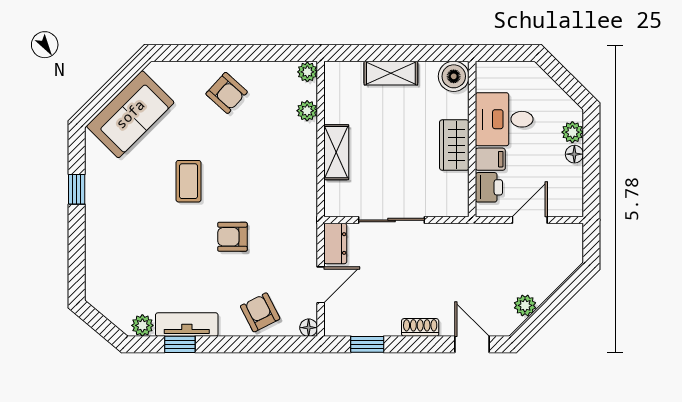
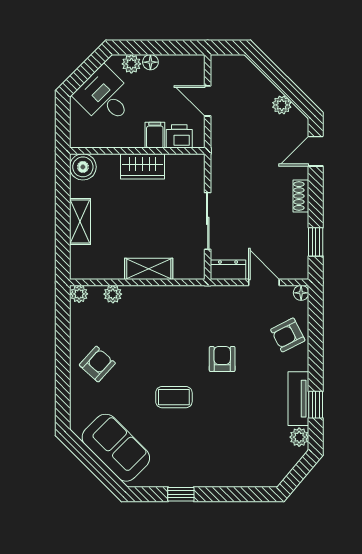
desk: (504, 119) -> (105, 97), moved, turned 135
armchair: (232, 237) -> (222, 359), turned 180

